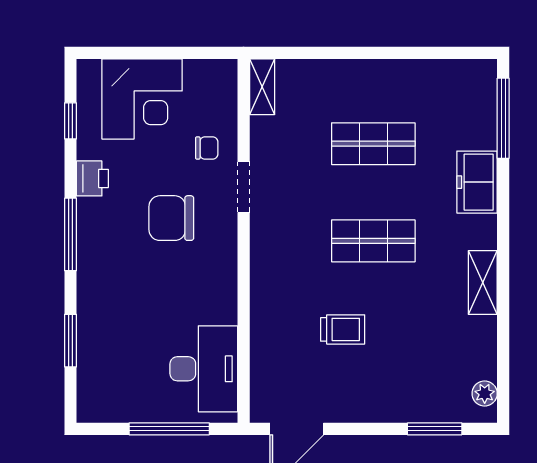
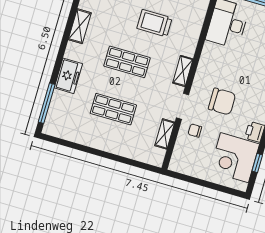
shelving: (262, 87) -> (165, 134), moved
corner desk: (142, 99) -> (235, 158), moved, turned -90
shelving: (262, 254) -> (183, 71), added
trolley: (343, 329) -> (154, 23), width x1.36, depth x1.39

